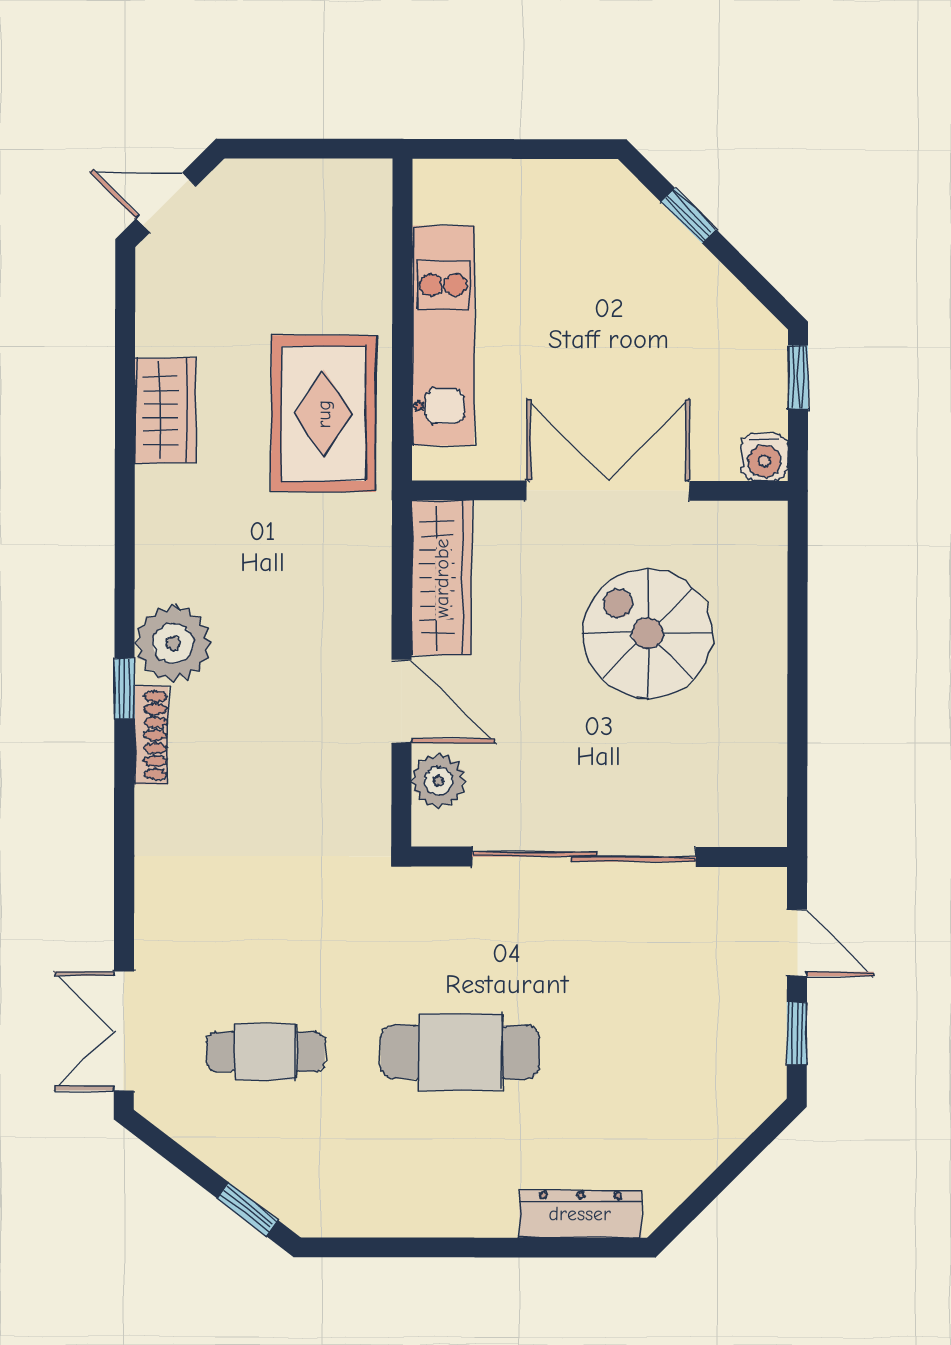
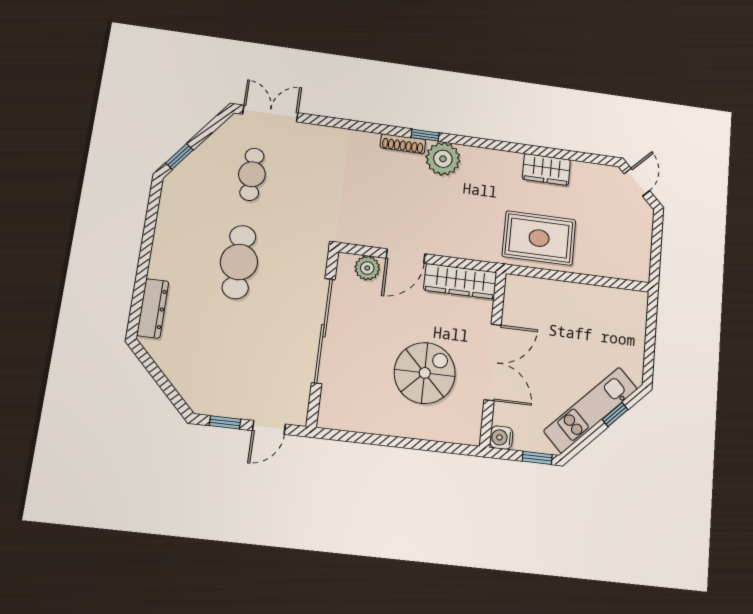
kitchen unit: (443, 335) -> (591, 410), moved, turned 135

